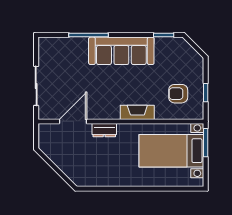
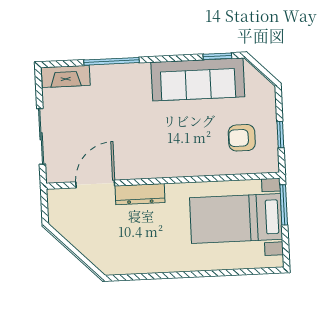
sofa: (121, 51) -> (198, 79), moved
fireplace: (137, 112) -> (66, 76), moved, turned 180
dresser: (104, 130) -> (140, 194), width x1.44

